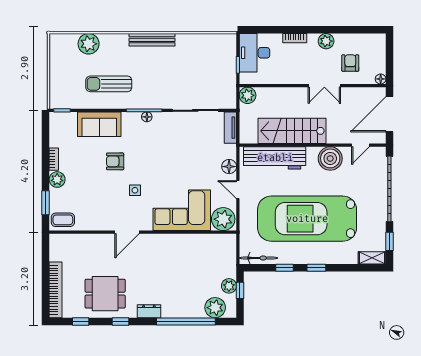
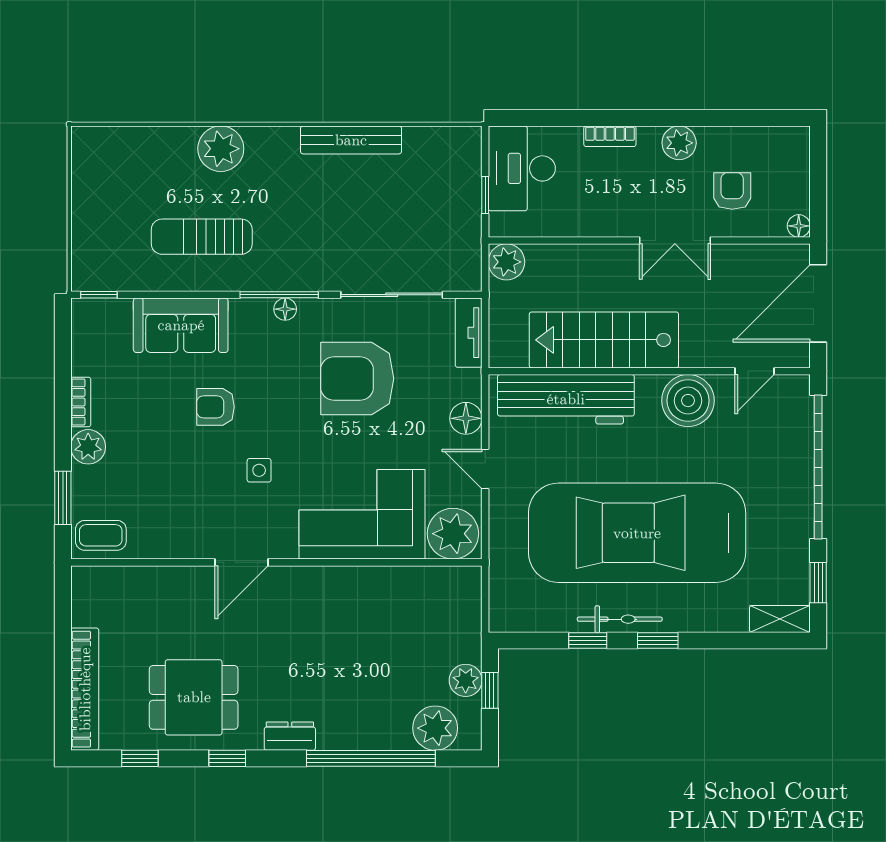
bench: (152, 40) -> (351, 140), moved
plant: (89, 44) -> (221, 149), moved
armchair: (180, 148) -> (357, 379), added
bicycle: (259, 258) -> (620, 619), moved

